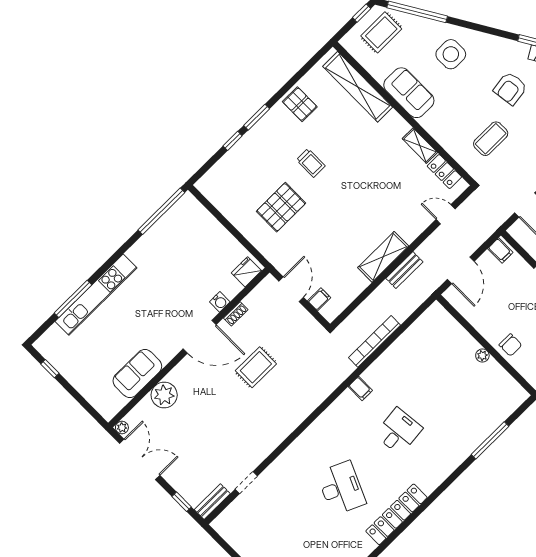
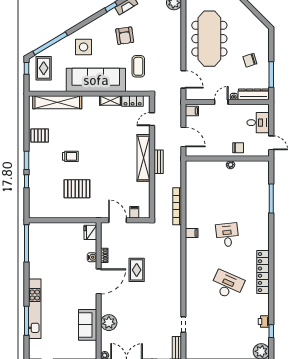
sofa: (409, 93) -> (96, 80), width x1.85, depth x1.27
pallet: (281, 207) -> (77, 189), turned 90
shelving: (383, 257) -> (143, 158), width x1.47

